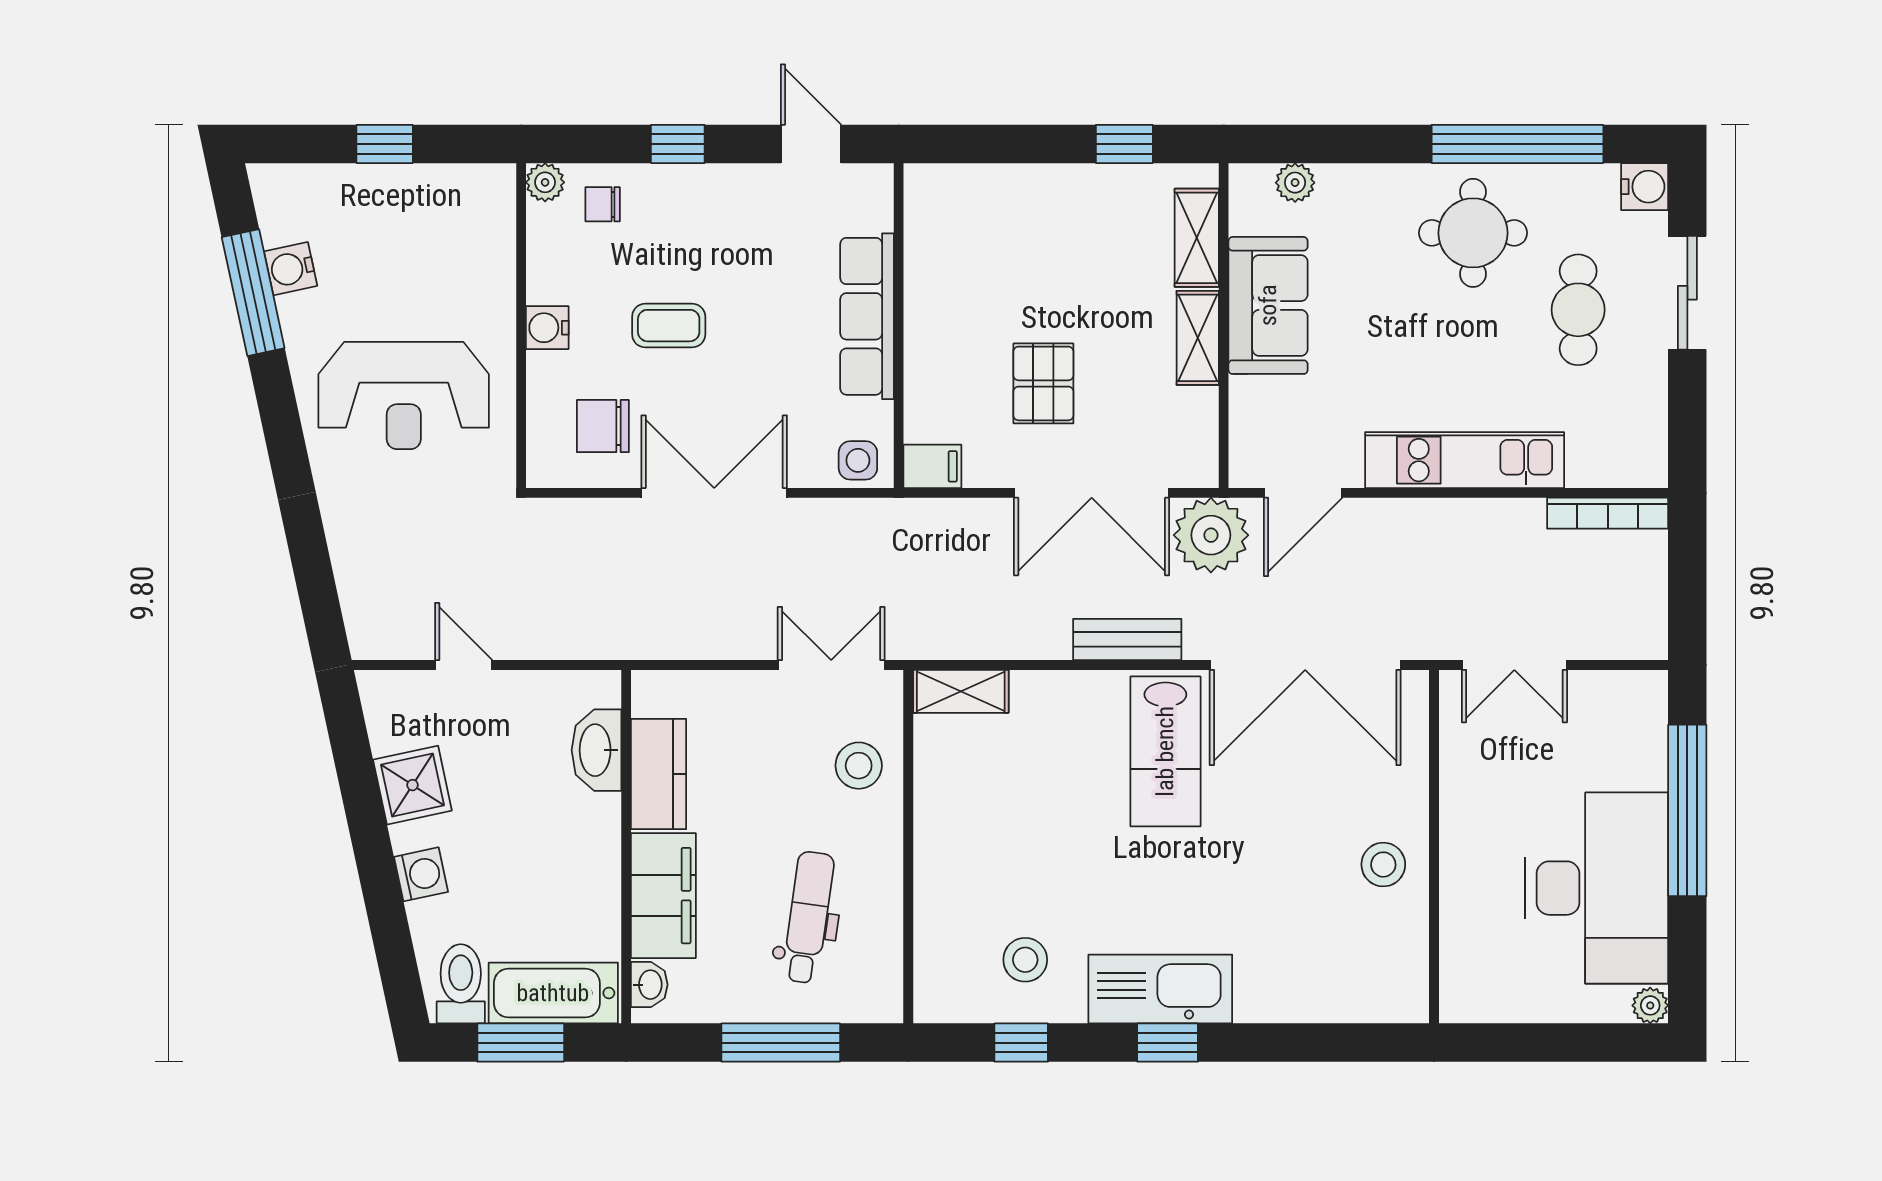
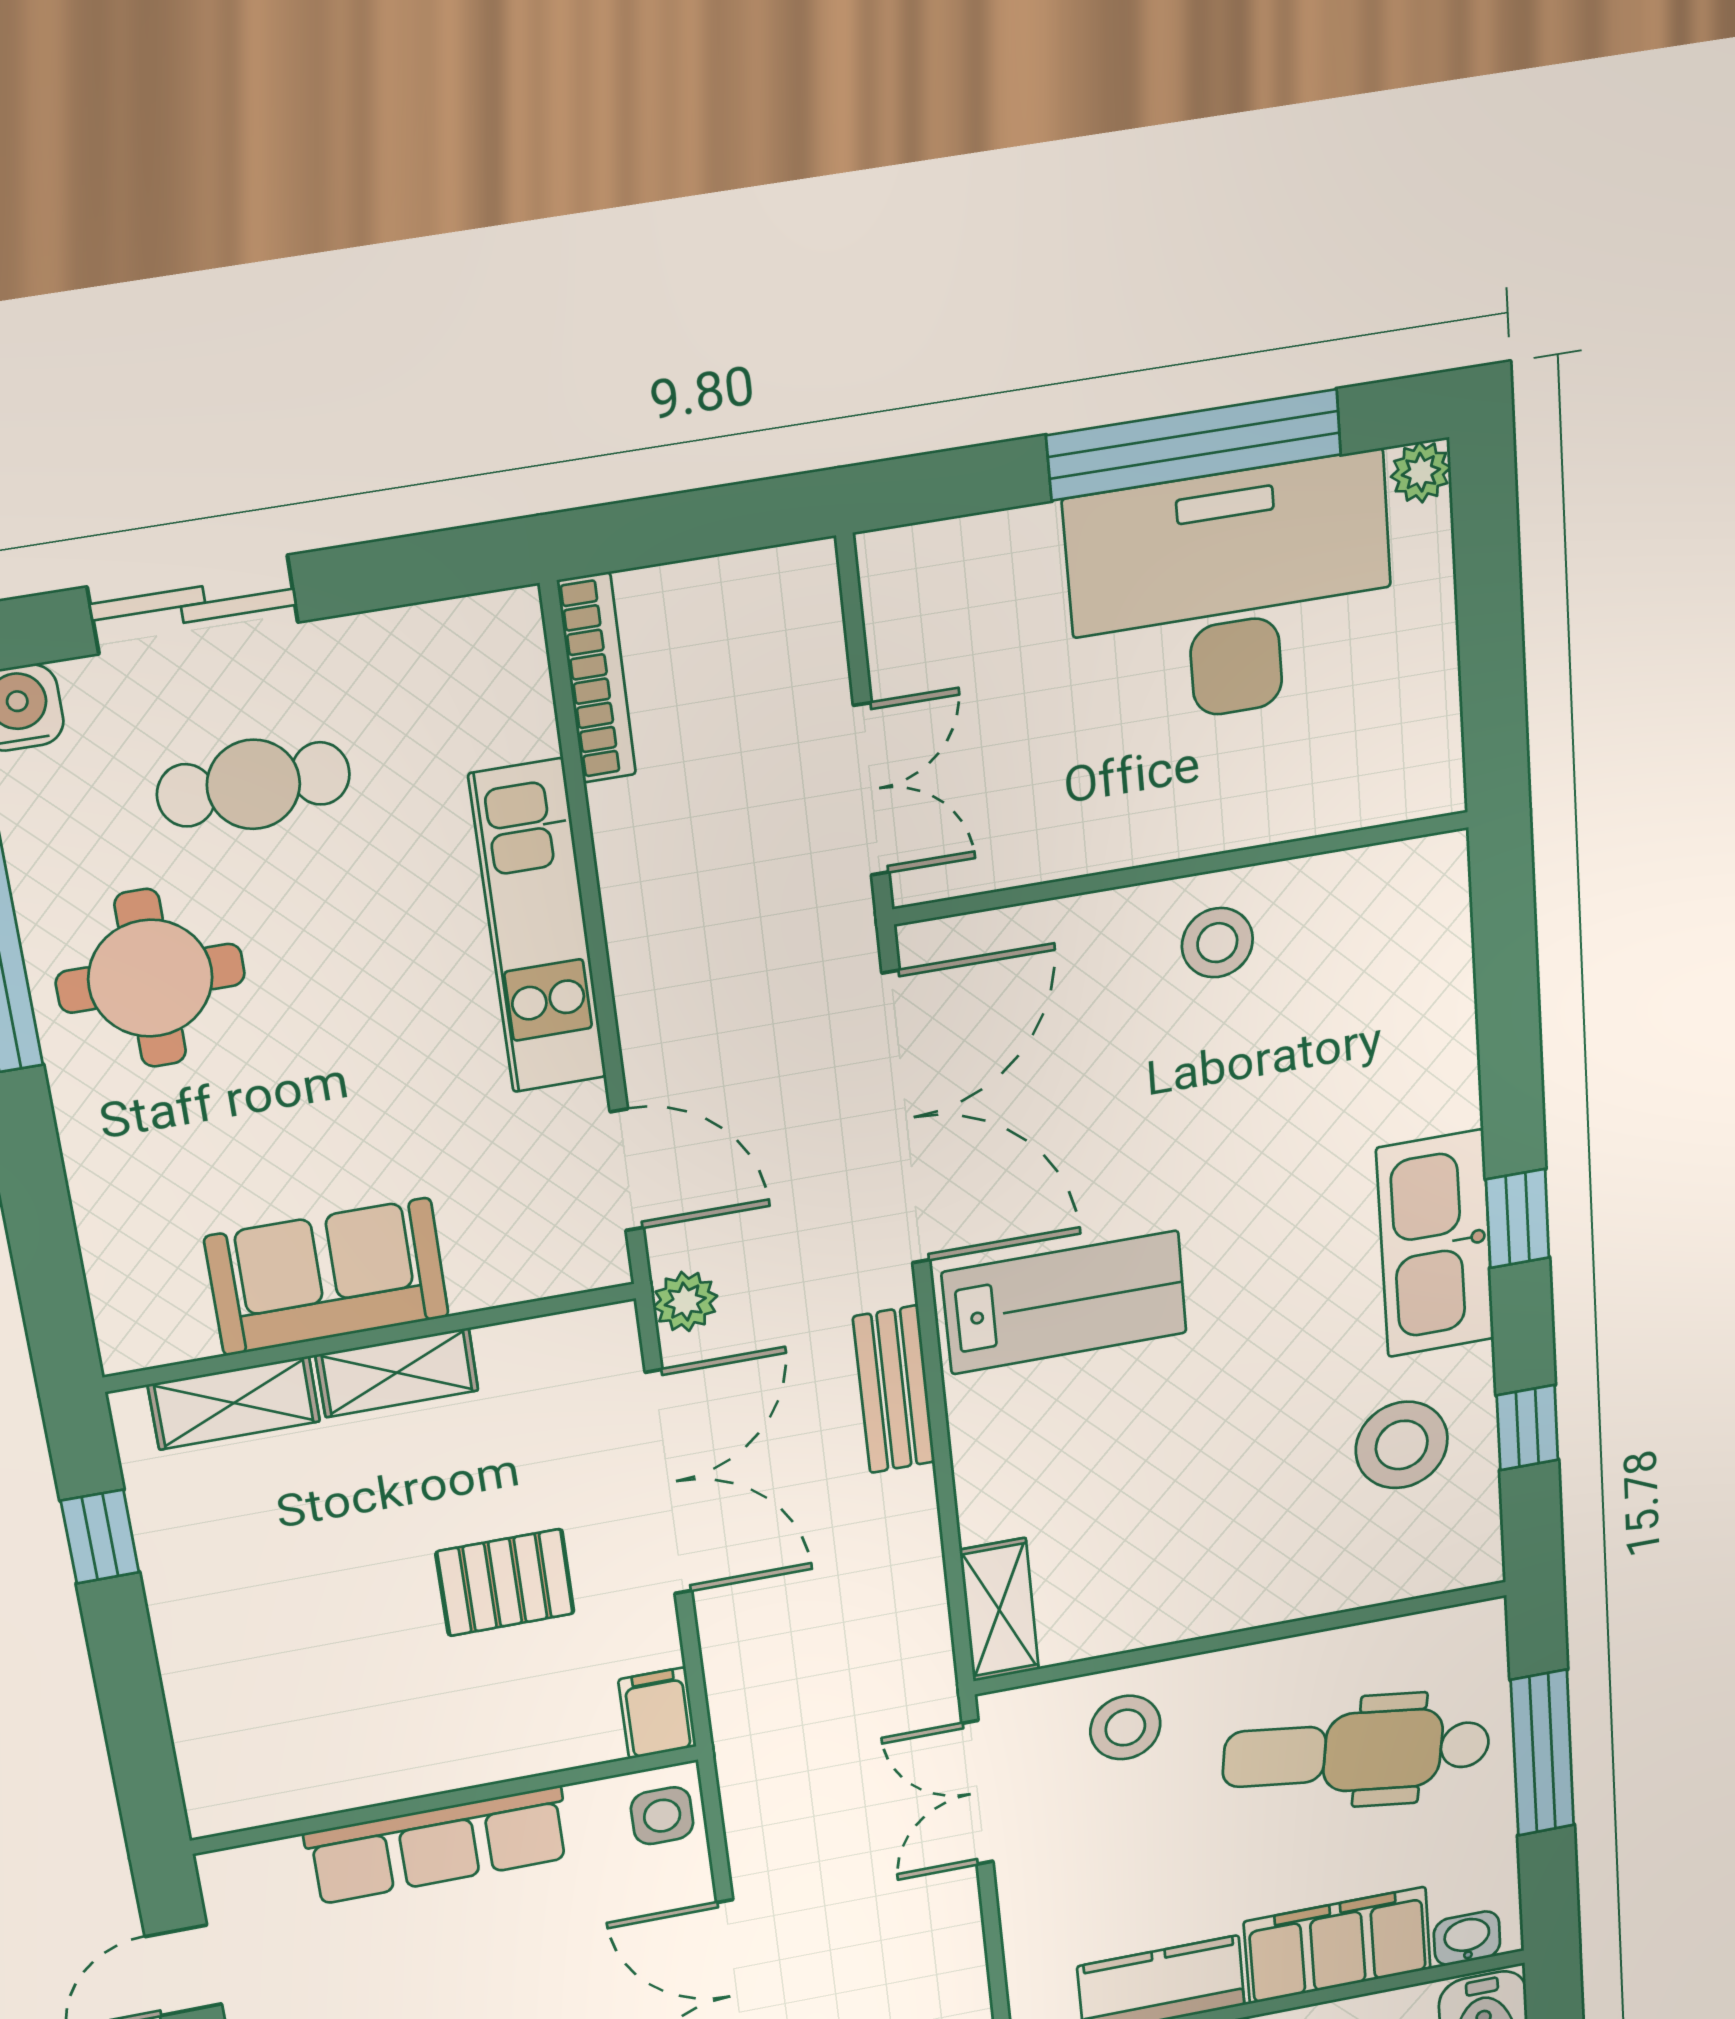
plant: (1295, 183) -> (116, 1272), removed
plant: (1211, 535) -> (685, 1302), width x0.53, depth x0.53
window: (1687, 810) -> (1194, 445), moved
dental chair: (808, 917) -> (1357, 1752), width x1.36, depth x1.38
stool: (1025, 960) -> (1402, 1445), width x1.38, depth x1.38

